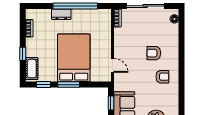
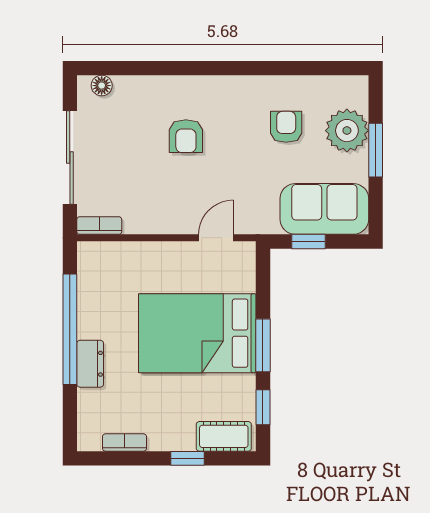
armchair: (162, 77) -> (286, 127), moved

